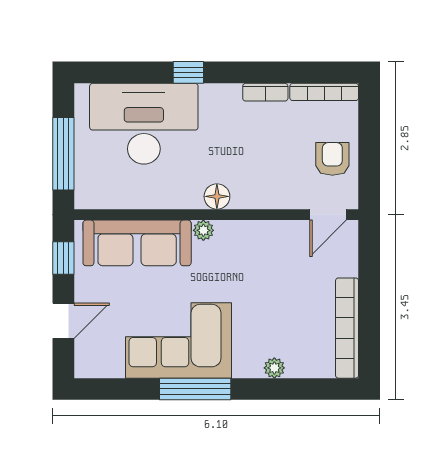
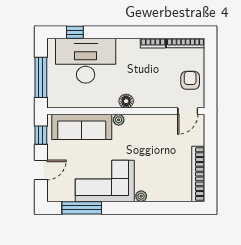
window: (188, 72) -> (75, 32), moved
plant: (274, 368) -> (141, 196), moved
window: (195, 389) -> (82, 208), moved

